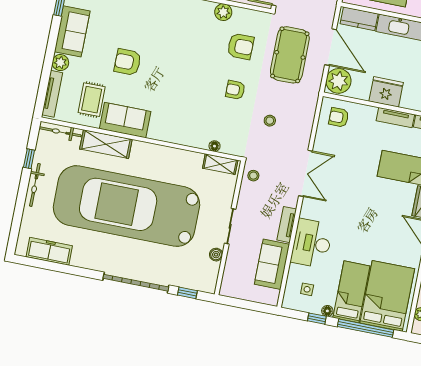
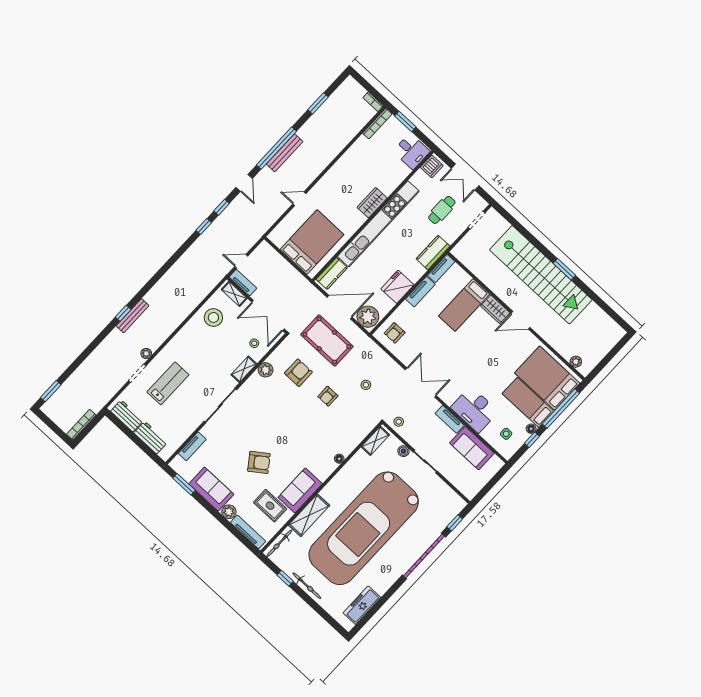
armchair: (128, 62) -> (259, 462), turned -126
floor lamp: (215, 146) -> (339, 459), moved
boiler: (216, 255) -> (403, 451), moved

